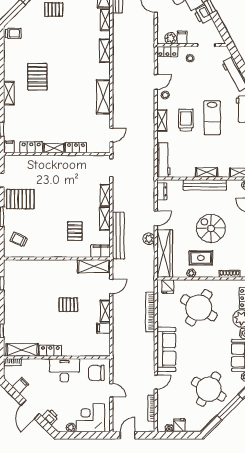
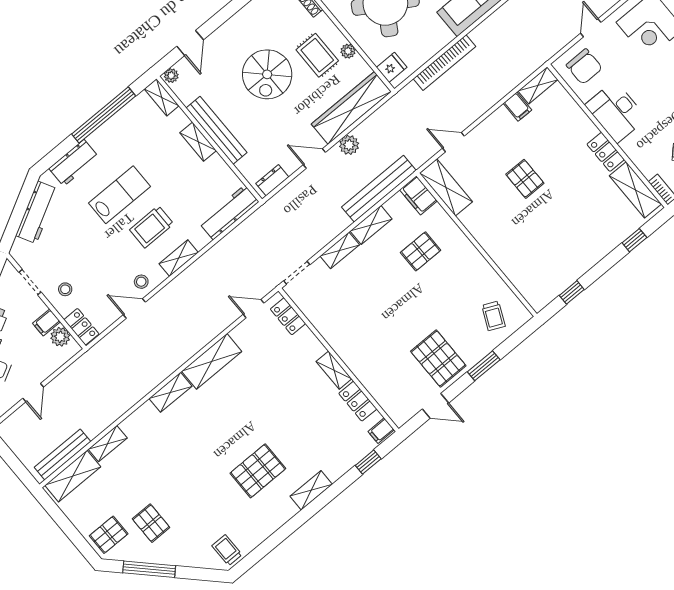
shelving: (105, 51) -> (170, 392), moved
locker: (76, 148) -> (288, 316), moved
shelving: (105, 311) -> (538, 85), moved

